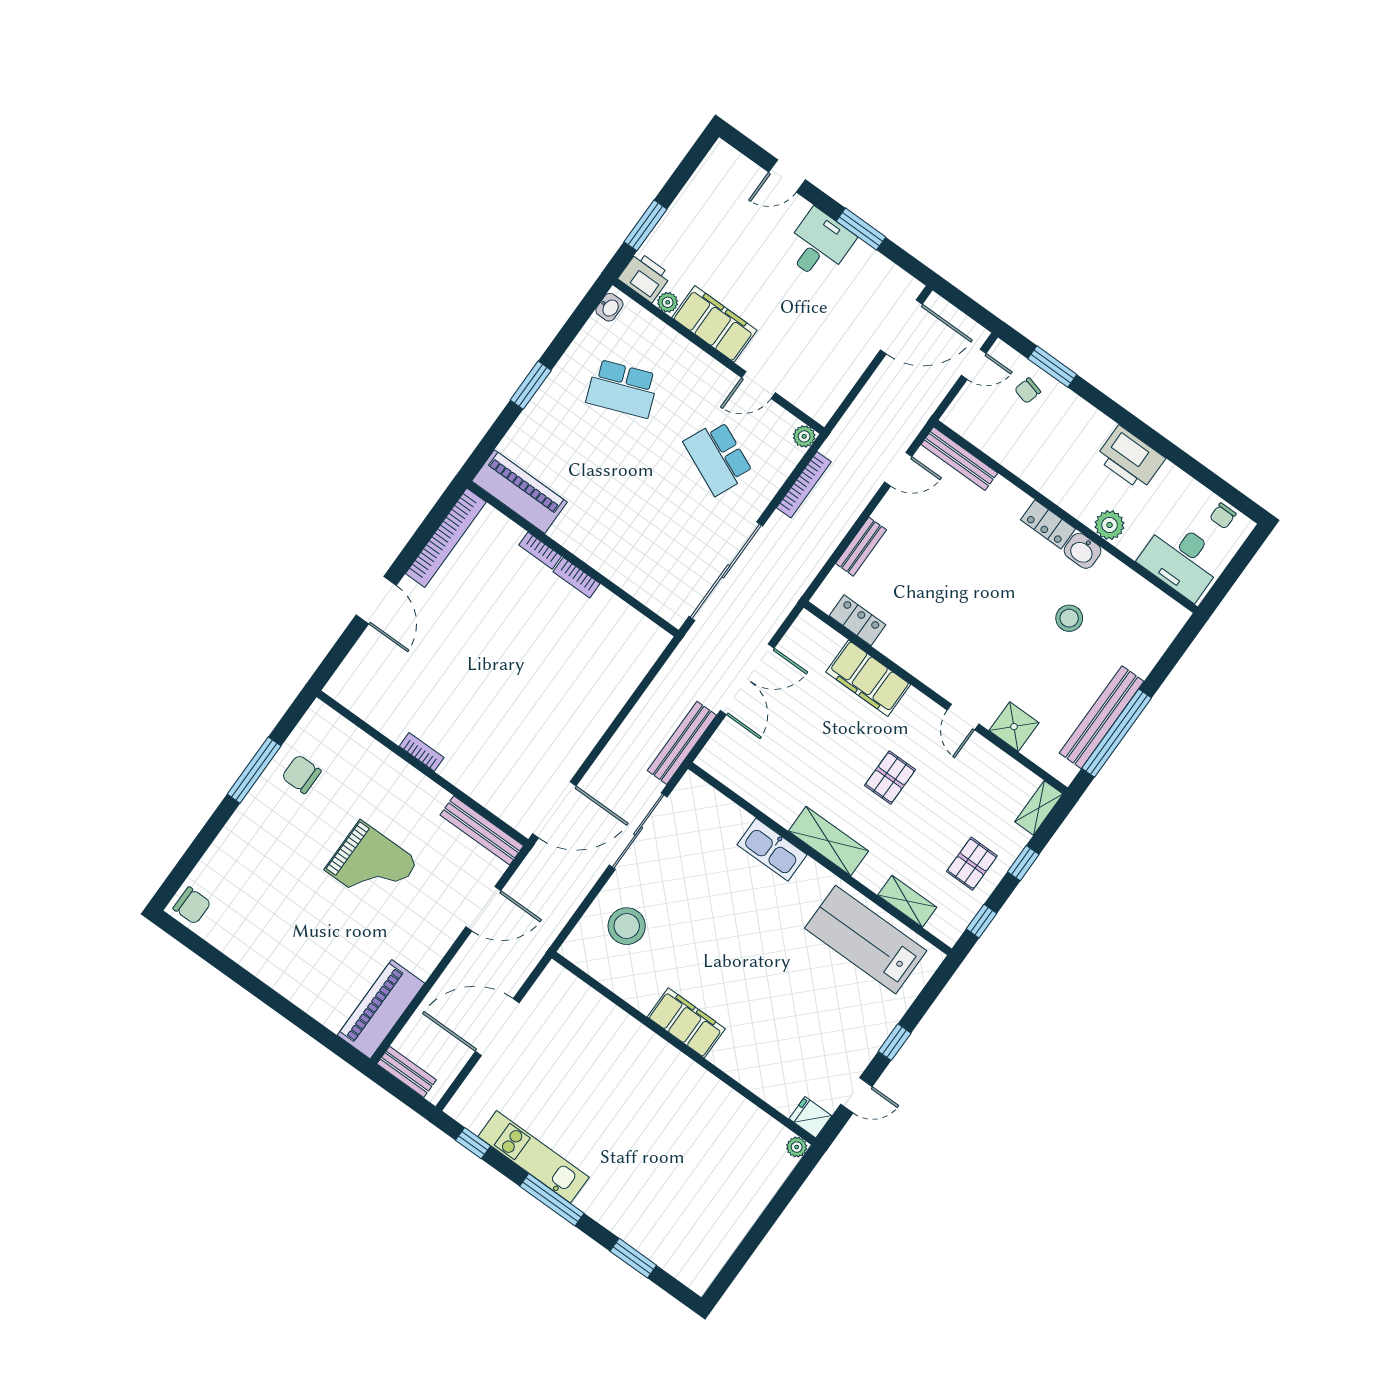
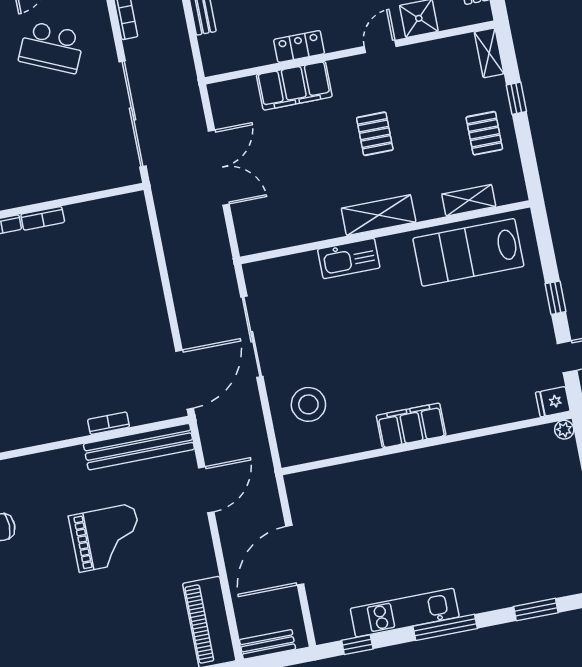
locker: (857, 620) -> (299, 46), moved
door: (963, 717) -> (380, 47), swing flipped
bench: (682, 743) -> (220, 252), removed
bookcase: (422, 752) -> (109, 423), moved
bench: (482, 830) -> (139, 447), width x1.37, depth x1.21
window: (982, 921) -> (529, 163), removed

